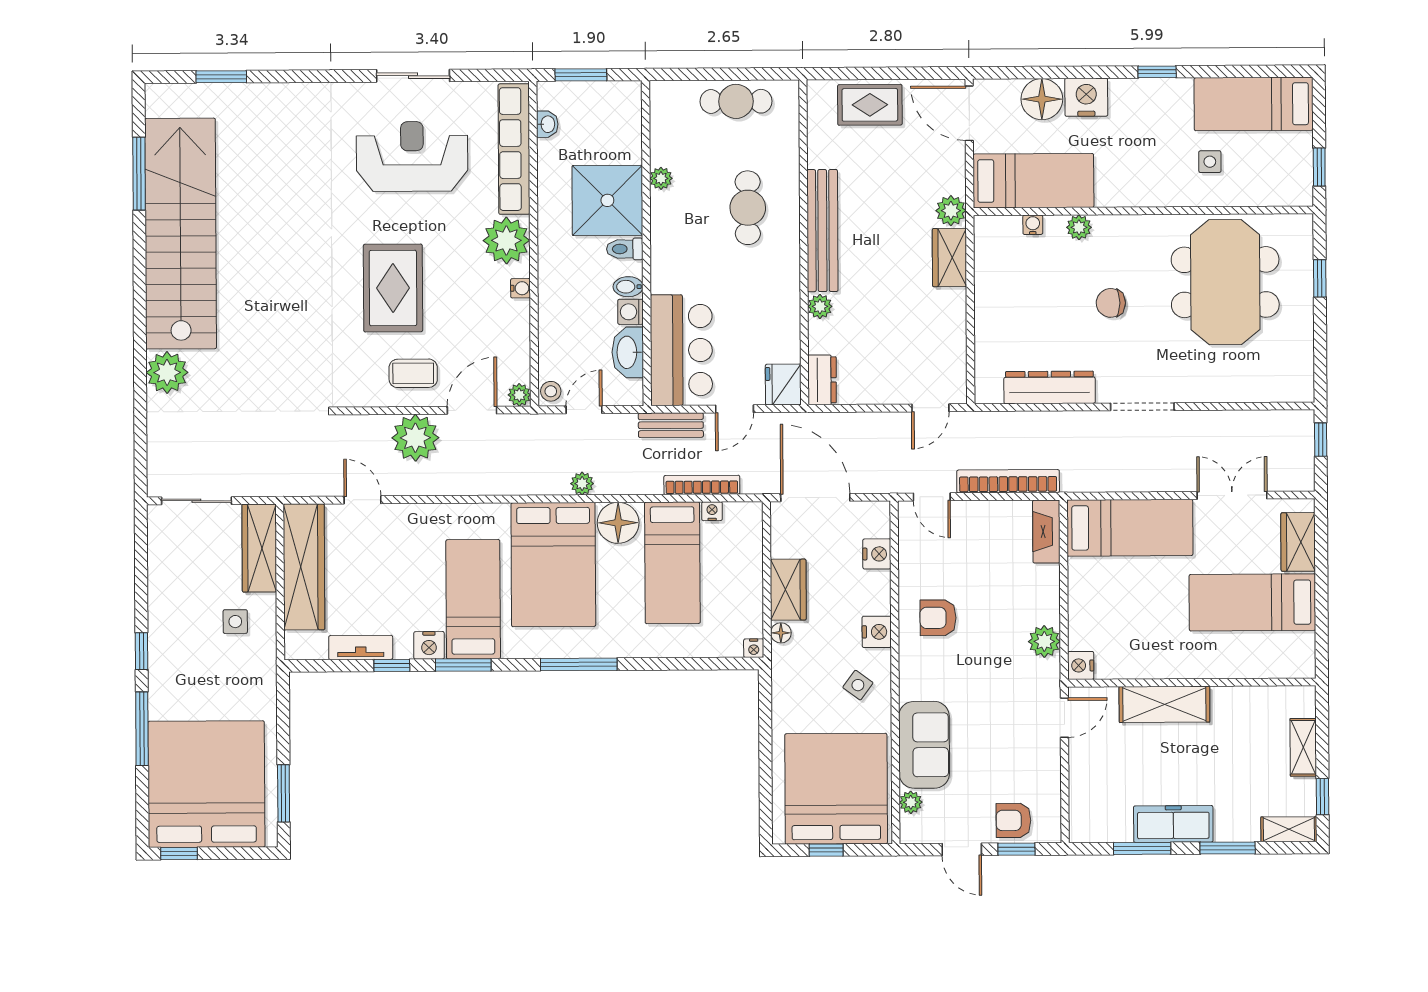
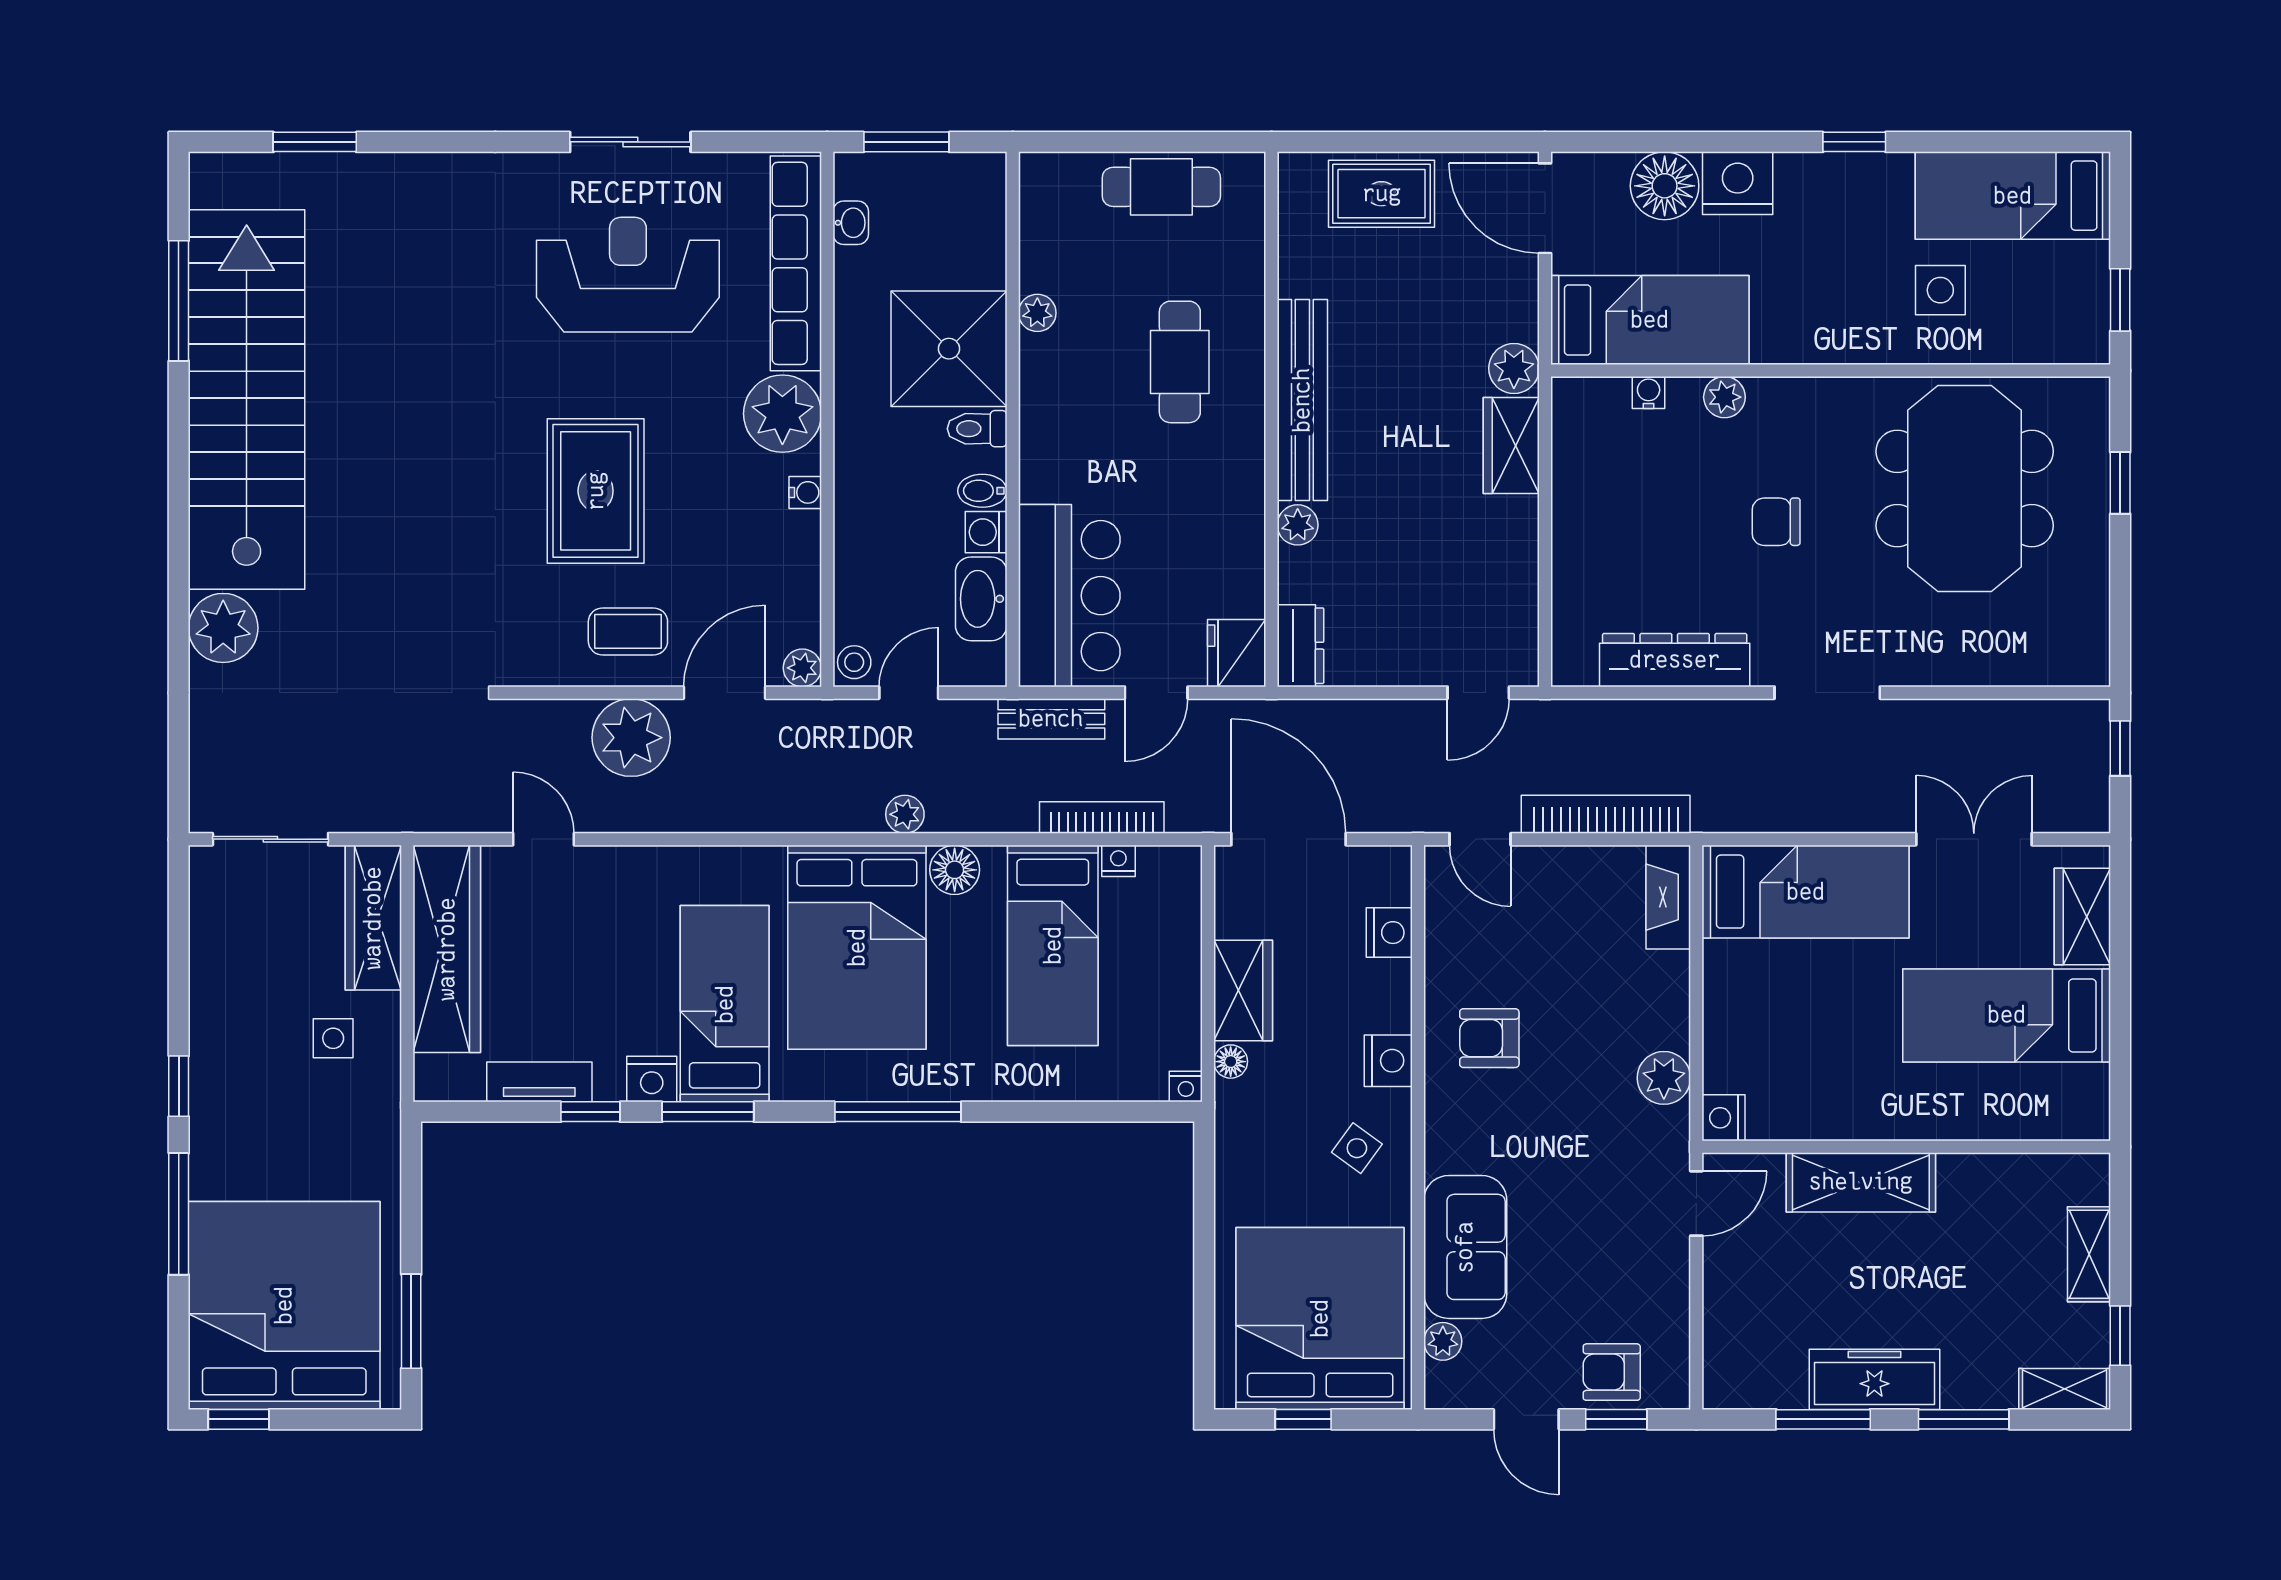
side table: (1210, 162) -> (1940, 290), width x1.37, depth x1.37
floor lamp: (618, 523) -> (955, 870), width x0.73, depth x0.73

